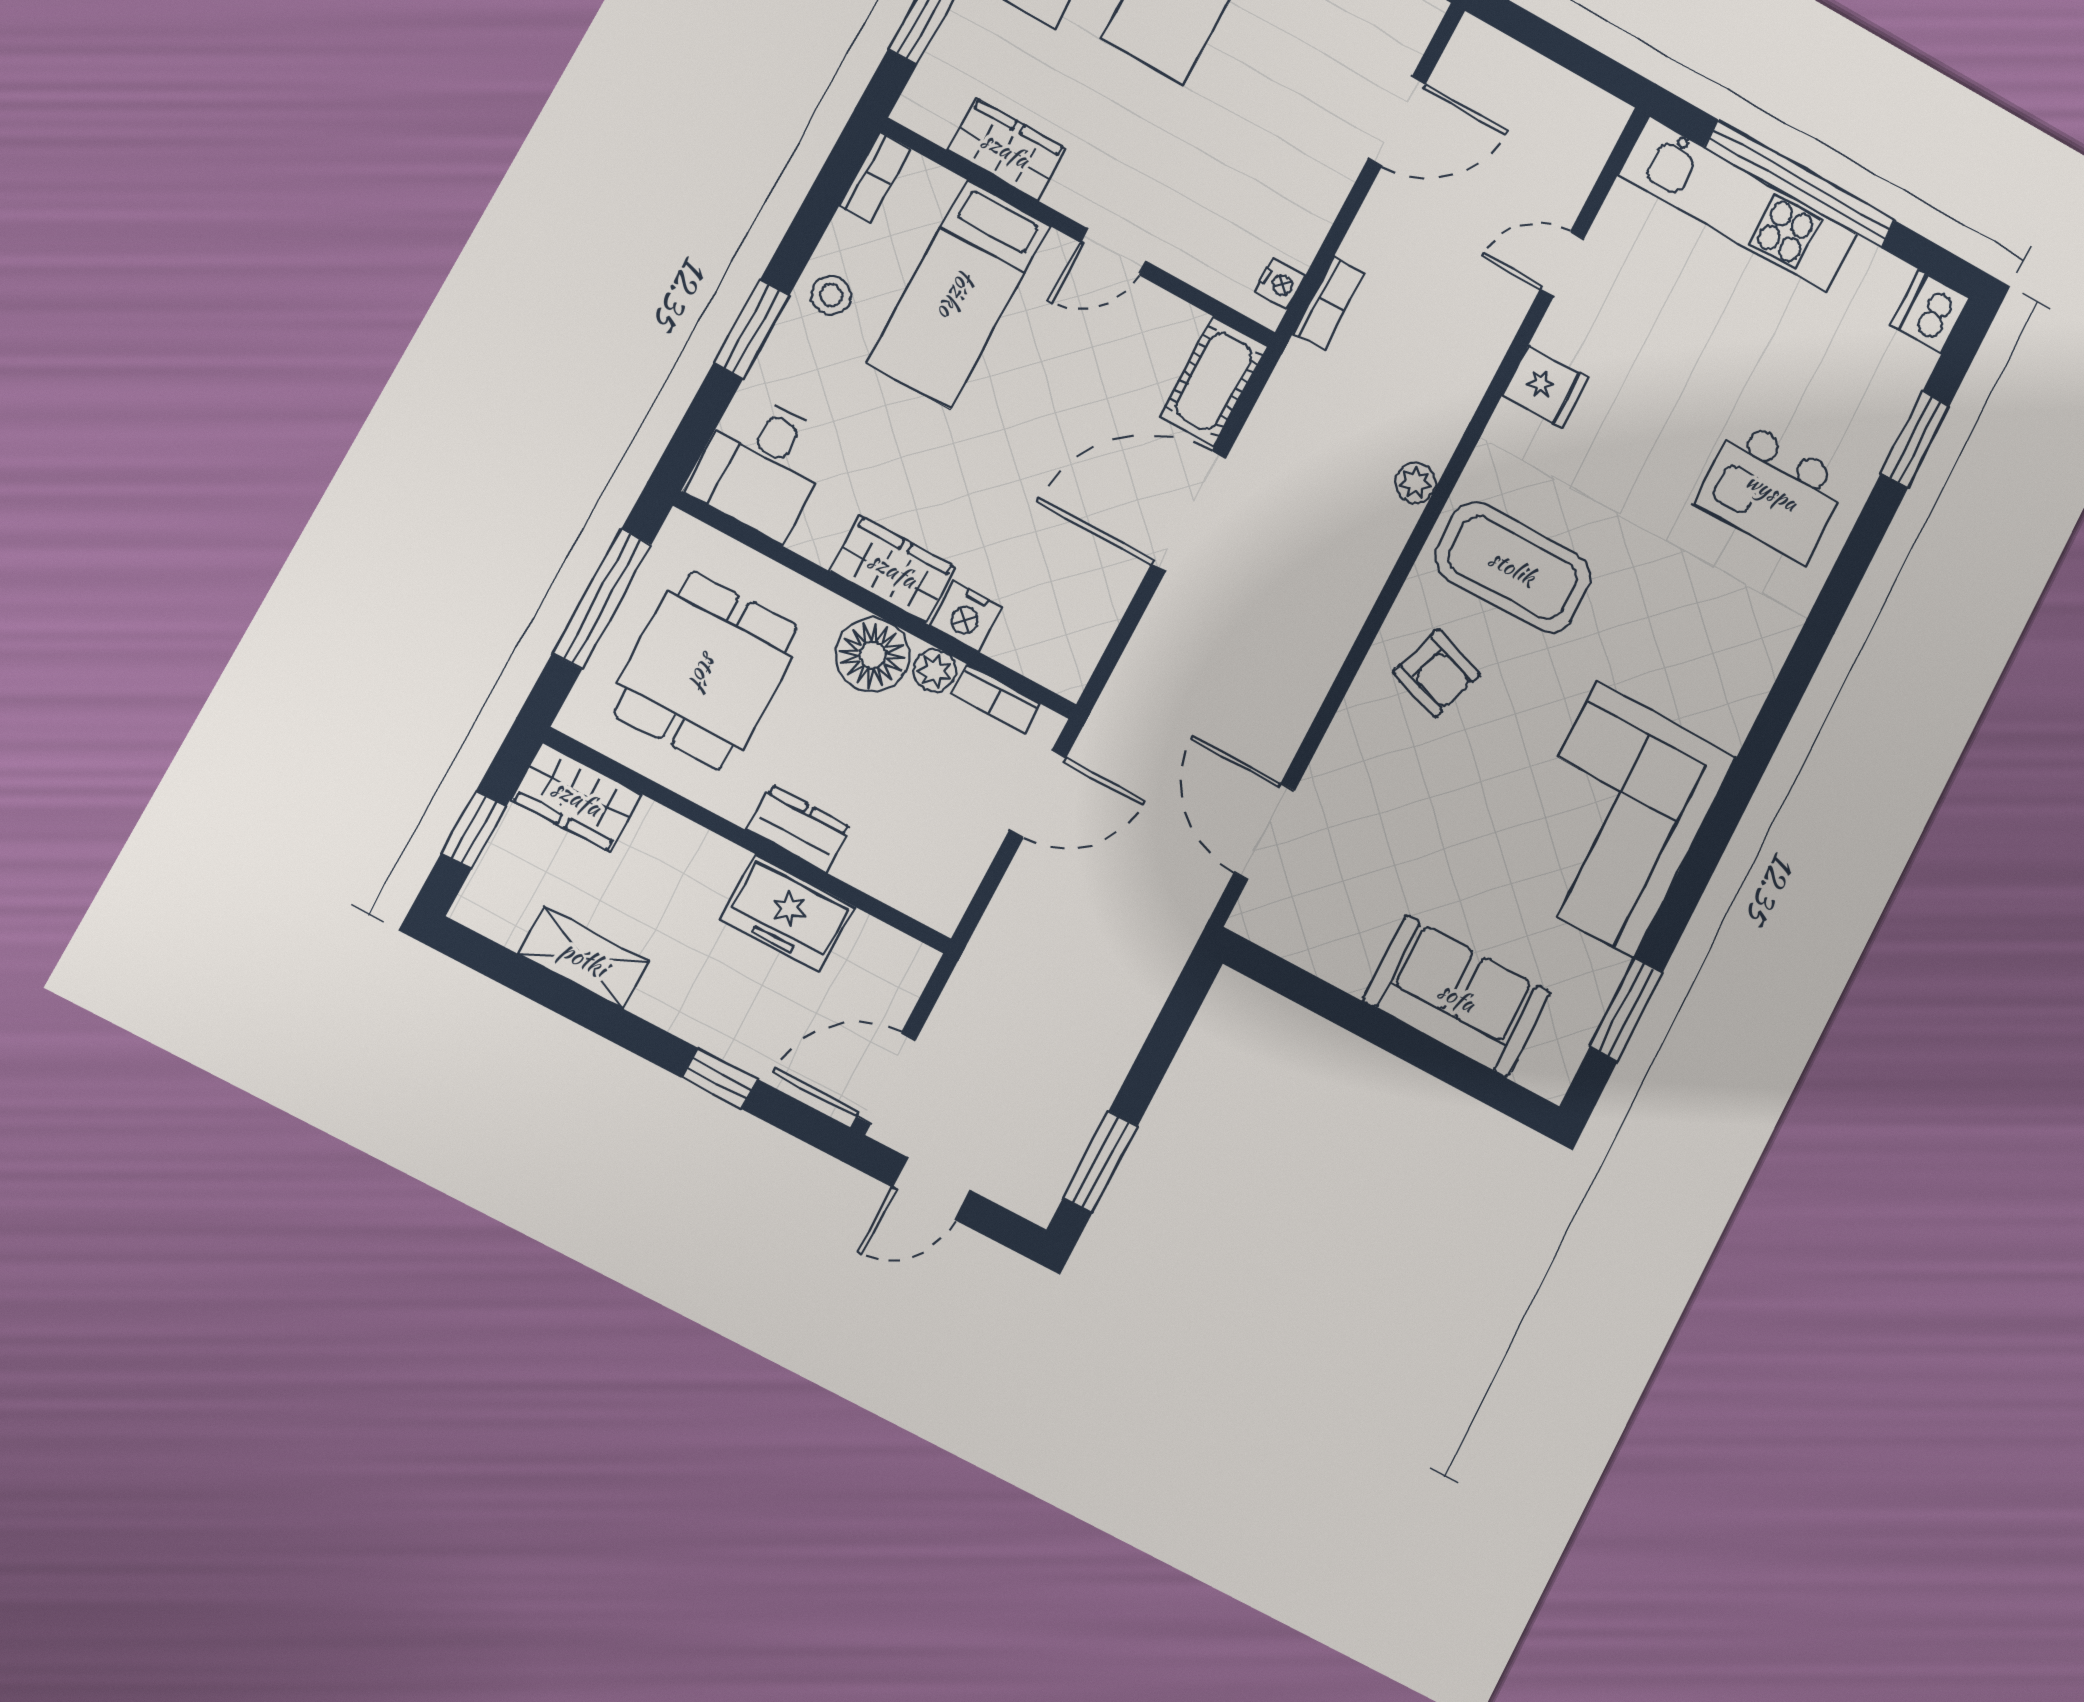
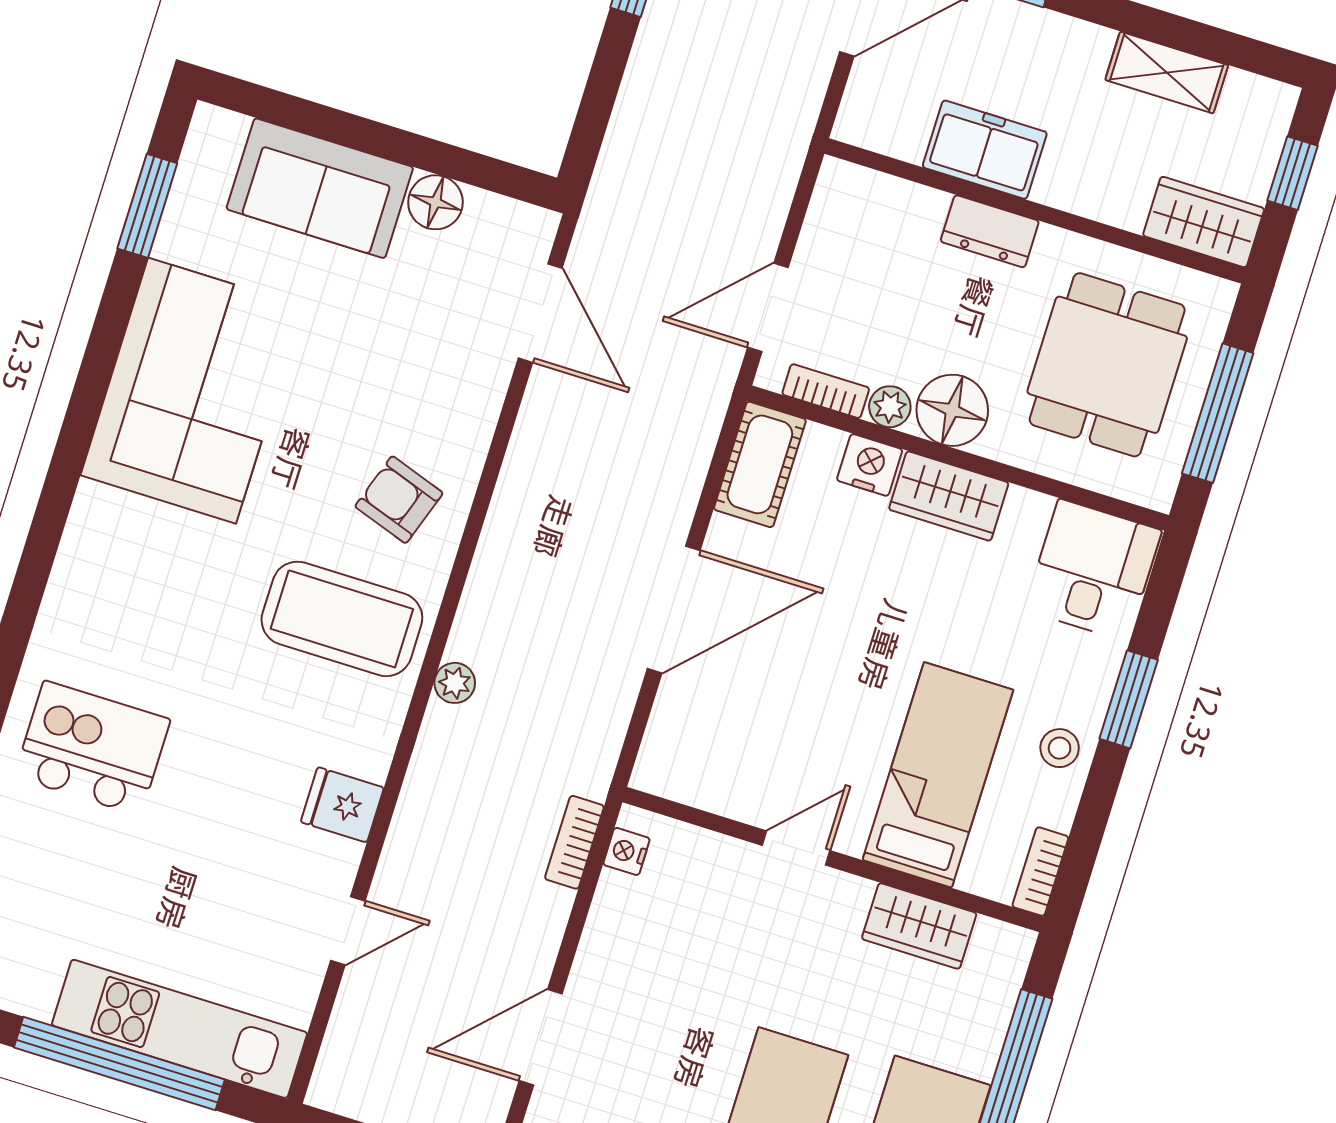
cot: (1214, 381) -> (760, 464), moved
floor lamp: (1347, 961) -> (435, 202), added

